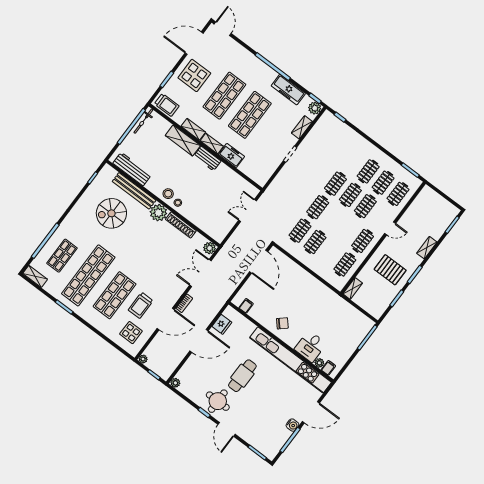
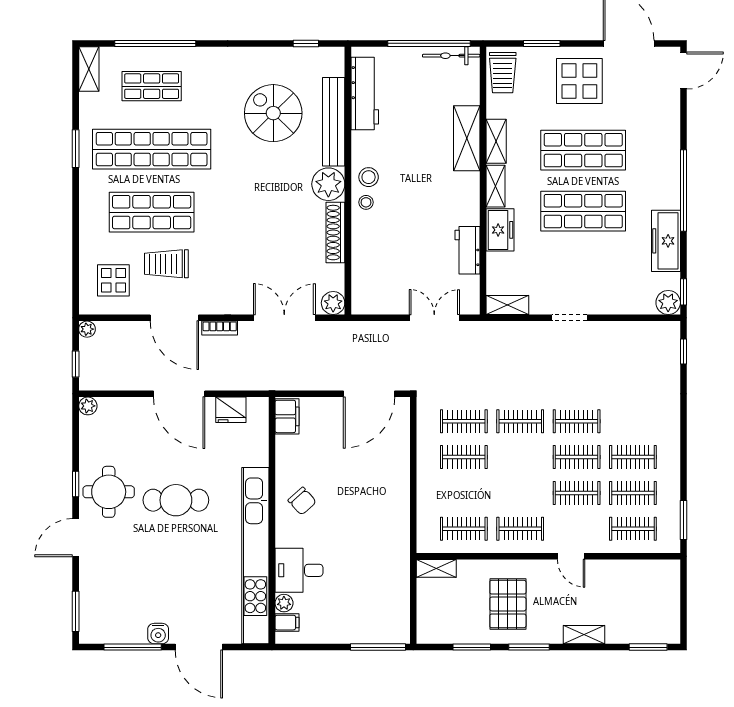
shelving: (302, 127) -> (507, 305), moved
workbench: (207, 159) -> (467, 250), moved
filing cabinet: (246, 306) -> (287, 416), width x2.00

